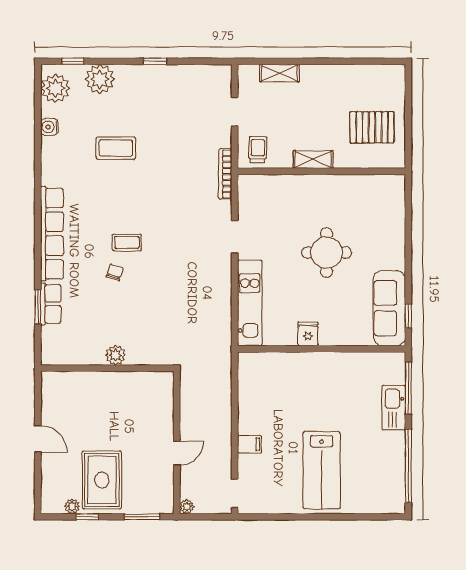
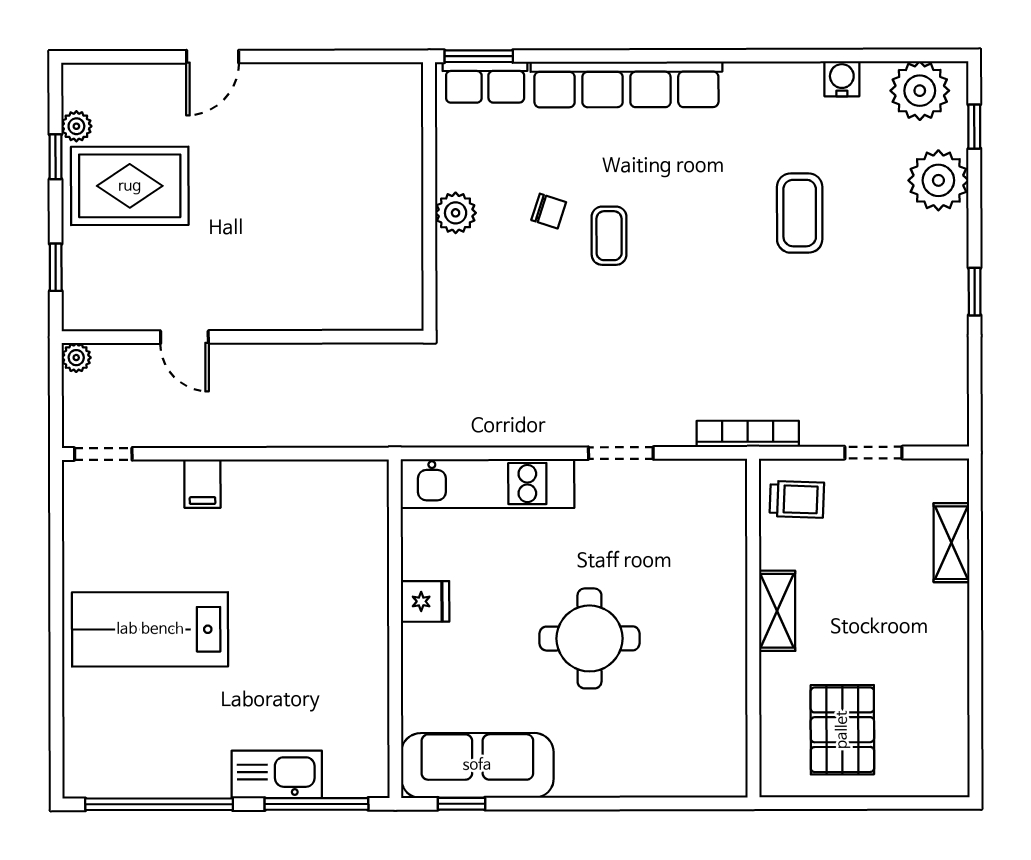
plant: (115, 355) -> (456, 213), moved
wall: (107, 368) -> (429, 196), moved
window: (142, 517) -> (56, 267), width x0.67

